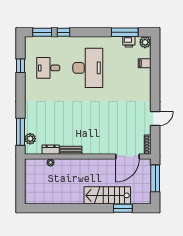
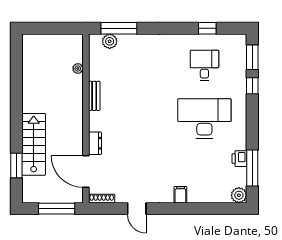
printer: (129, 42) -> (239, 159), moved
filing cabinet: (145, 63) -> (180, 195), moved
desk: (88, 68) -> (204, 118), turned 180
dresser: (51, 150) -> (95, 143), moved

